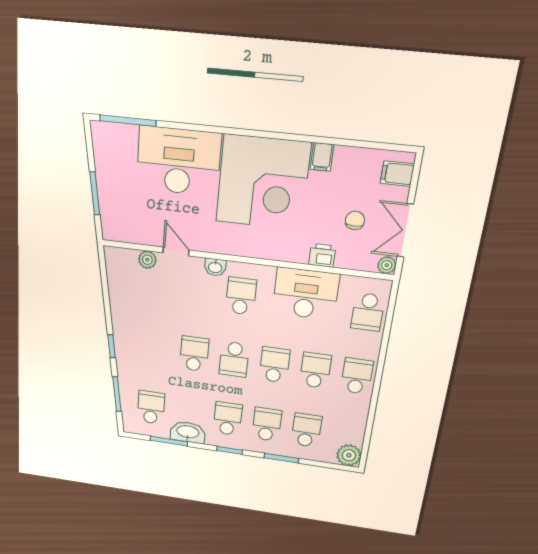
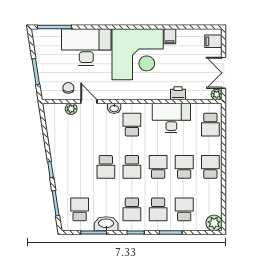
chair: (355, 220) -> (68, 88), moved
school desk: (194, 354) -> (106, 167), turned 180
school desk: (228, 419) -> (132, 209), turned 180
school desk: (267, 424) -> (158, 209), turned 180

